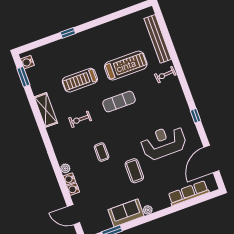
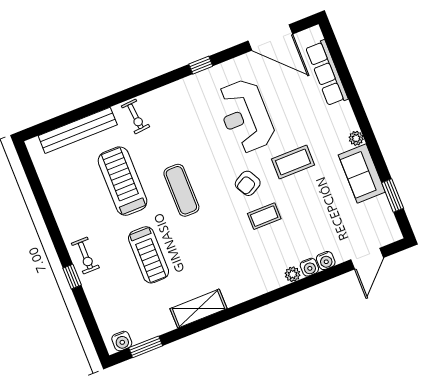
exercise bike: (80, 119) -> (85, 256), moved
armchair: (122, 142) -> (248, 183), added

